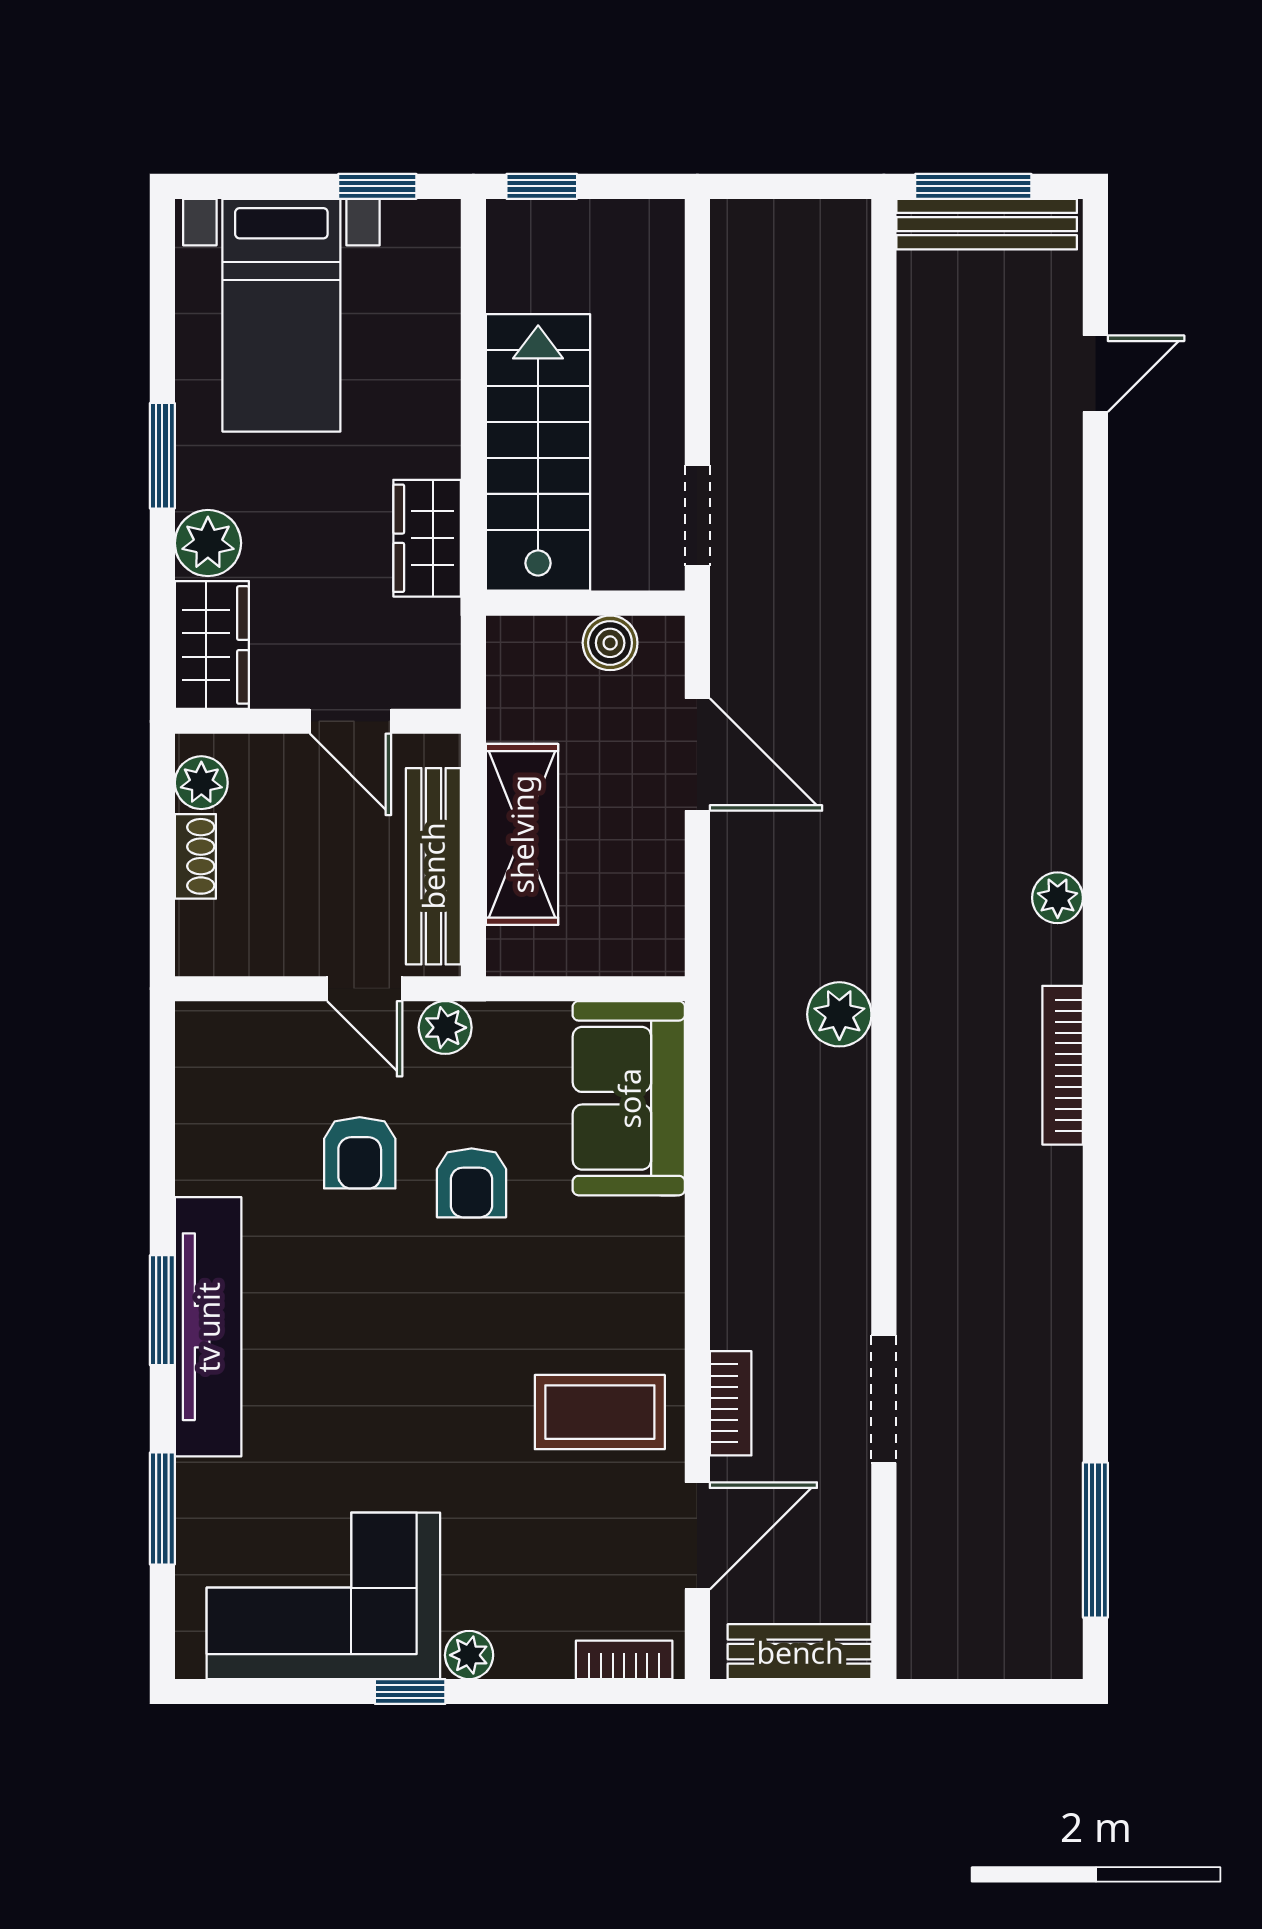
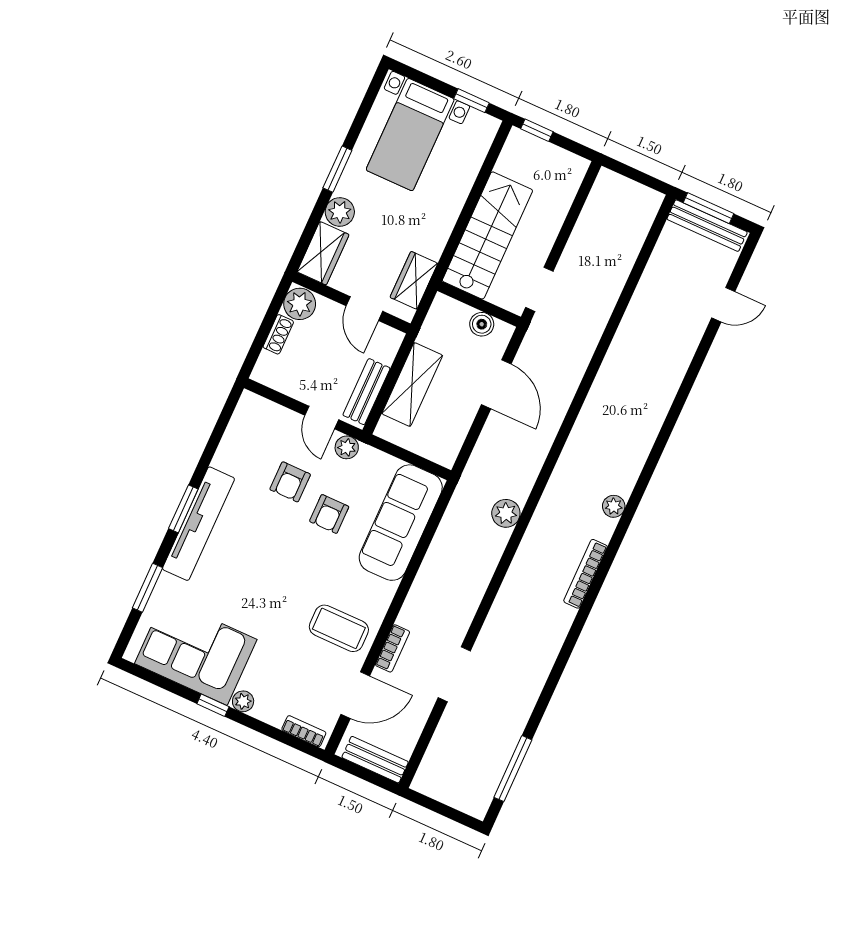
wardrobe: (427, 538) -> (414, 280), moved
plant: (201, 783) -> (300, 304), width x1.38, depth x1.38
bench: (433, 866) -> (366, 392), width x0.73
sofa: (629, 1098) -> (401, 523), width x1.36

